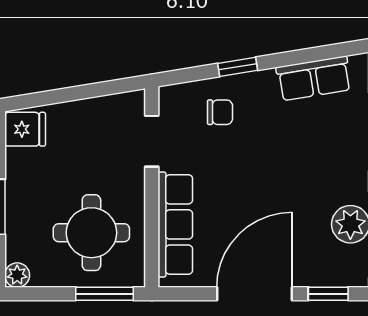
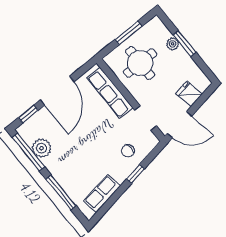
door: (108, 88) -> (179, 125), added
fridge: (25, 129) -> (189, 94), moved, turned 81
plant: (17, 275) -> (173, 44), moved
window: (104, 294) -> (129, 33), moved

